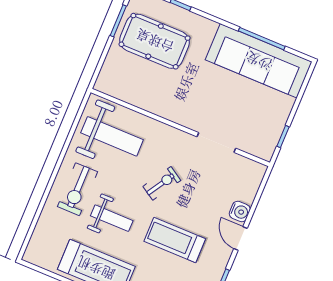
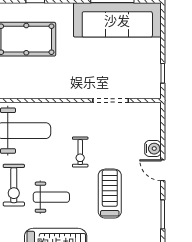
exercise bike: (162, 183) -> (80, 152), turned 148
treadmill: (175, 240) -> (110, 194), turned 90

